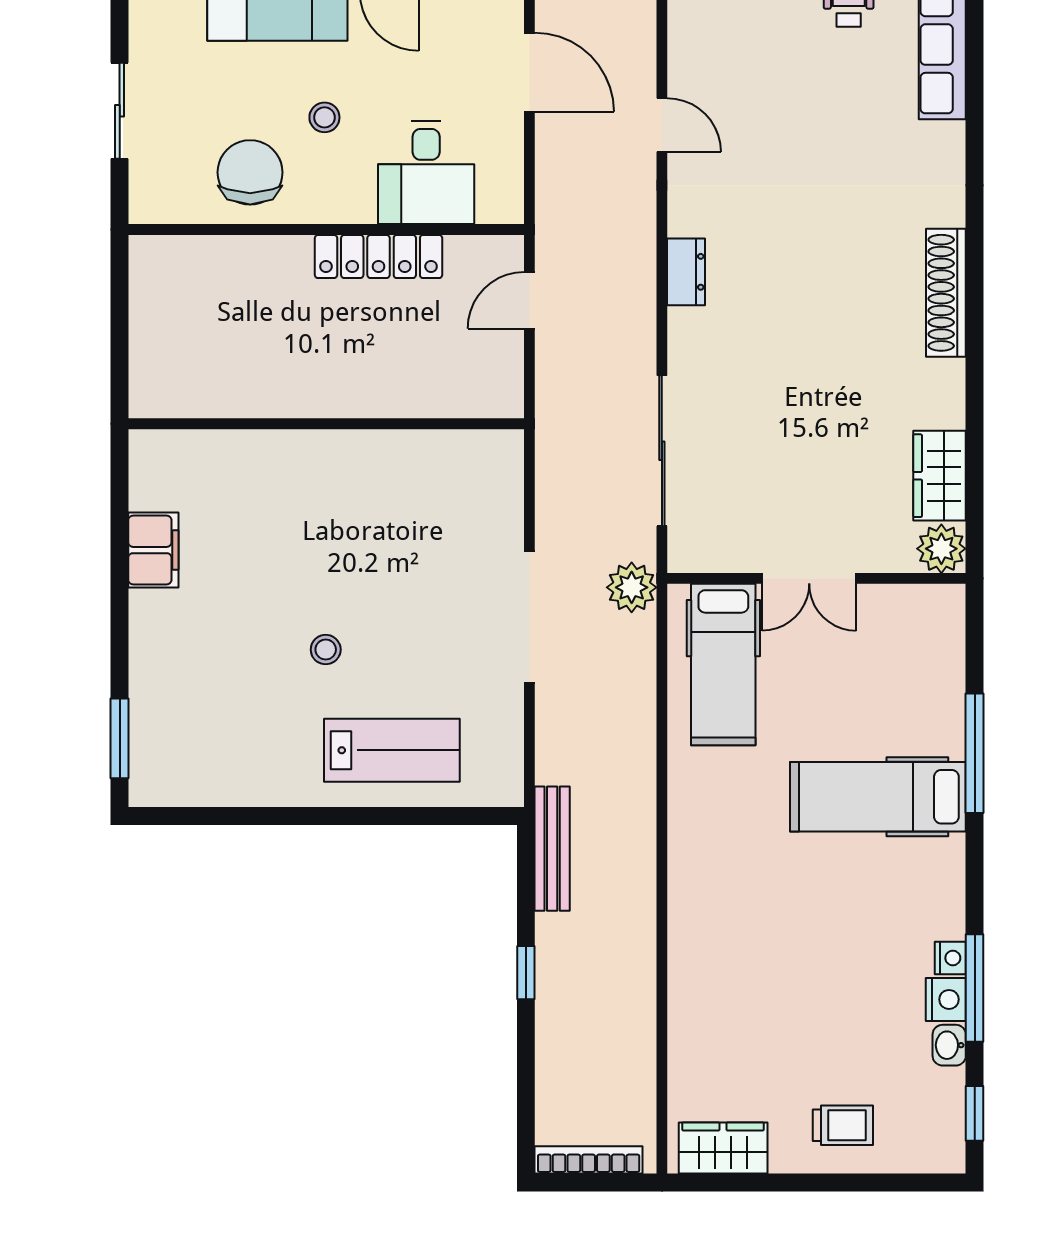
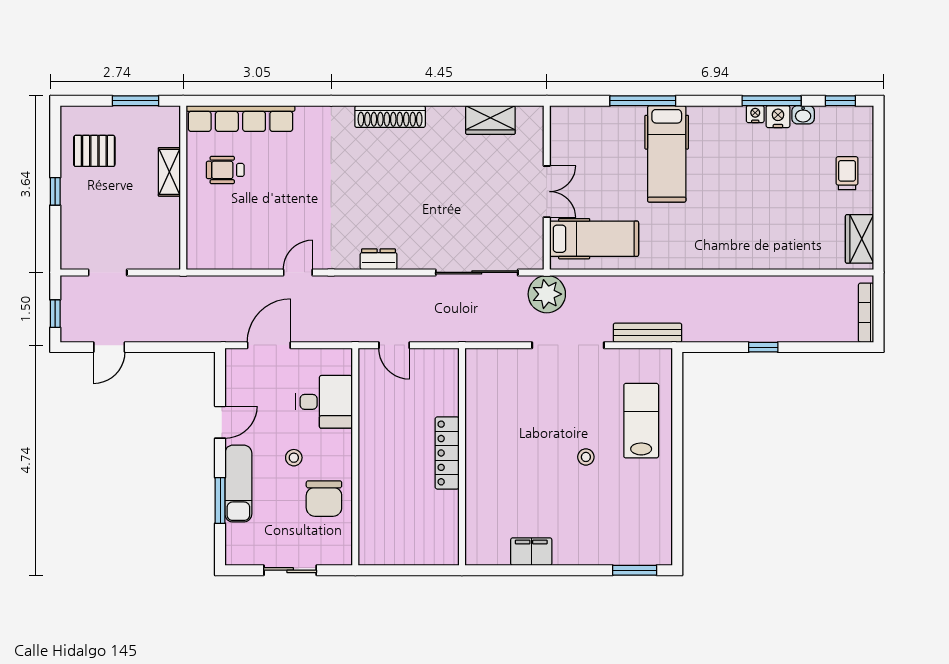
chair: (250, 172) -> (324, 499), turned -90
locker: (379, 256) -> (447, 453), moved, turned 180
plant: (941, 549) -> (531, 119), removed
plant: (632, 587) -> (547, 294), width x1.36, depth x1.36
bench: (552, 849) -> (648, 333), moved

